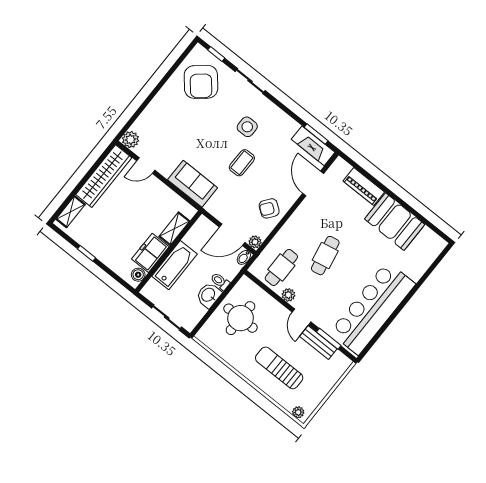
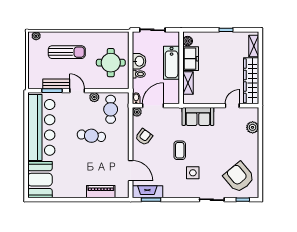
plant: (131, 139) -> (253, 127), moved
booth: (395, 222) -> (40, 180), moved, turned 90
cafe table: (325, 256) -> (91, 136), turned -72

